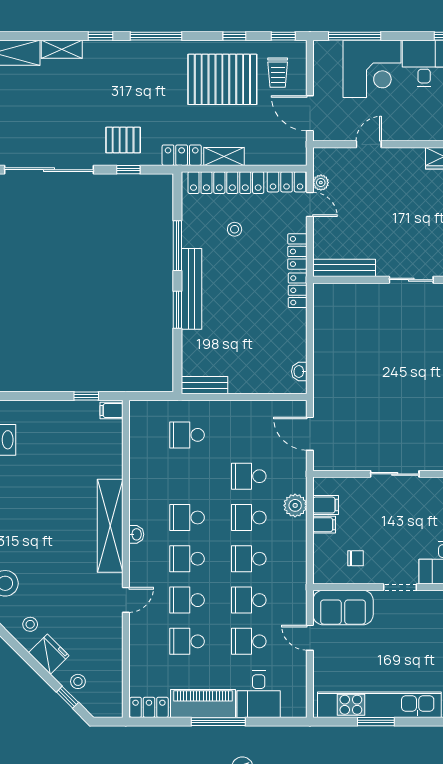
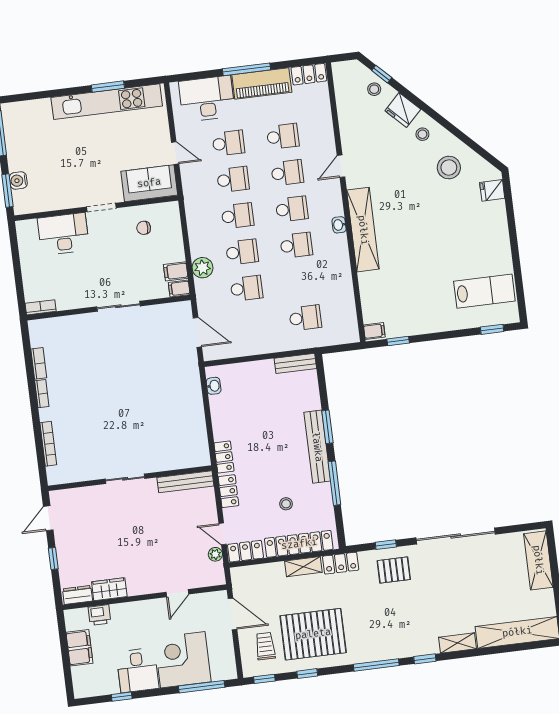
filing cabinet: (324, 525) -> (179, 288), moved
desk: (259, 694) -> (207, 99), width x1.37

